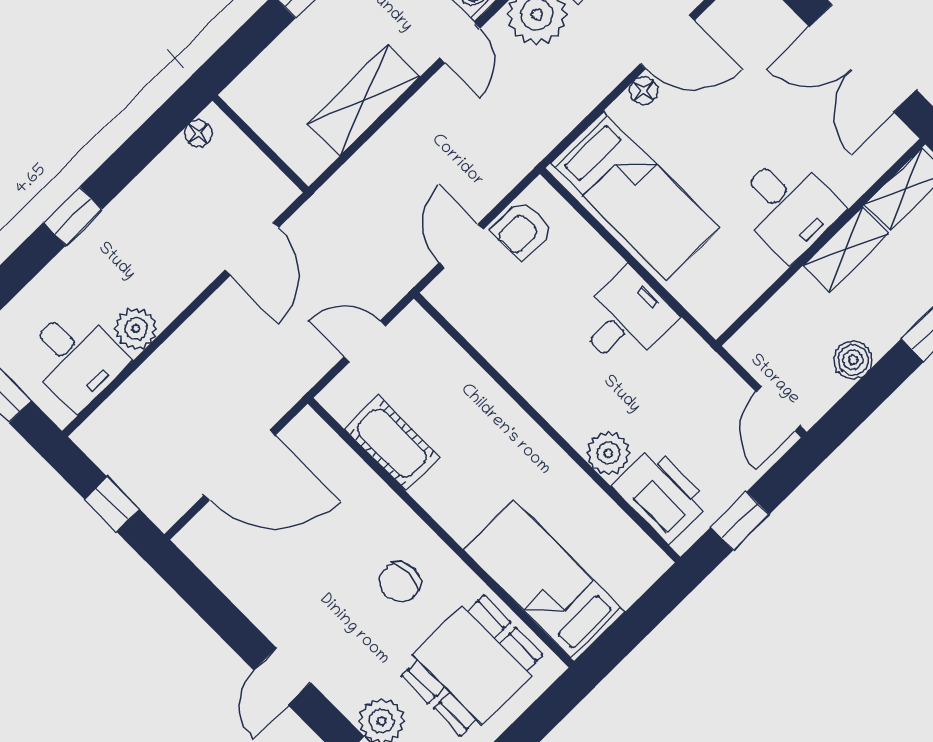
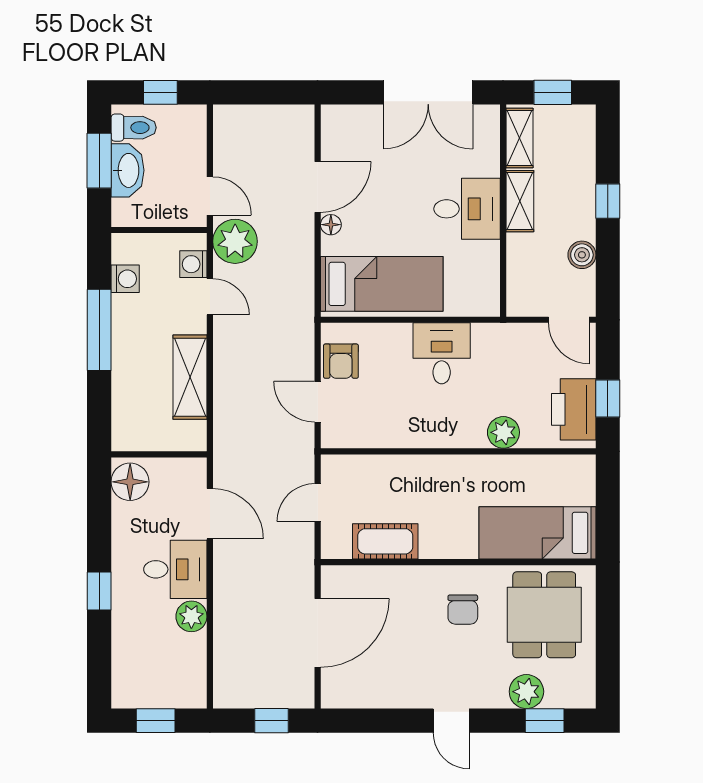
floor lamp: (198, 133) -> (130, 482), width x1.89, depth x1.89
desk: (75, 358) -> (175, 569), moved
printer: (661, 494) -> (574, 409), moved, turned -90

